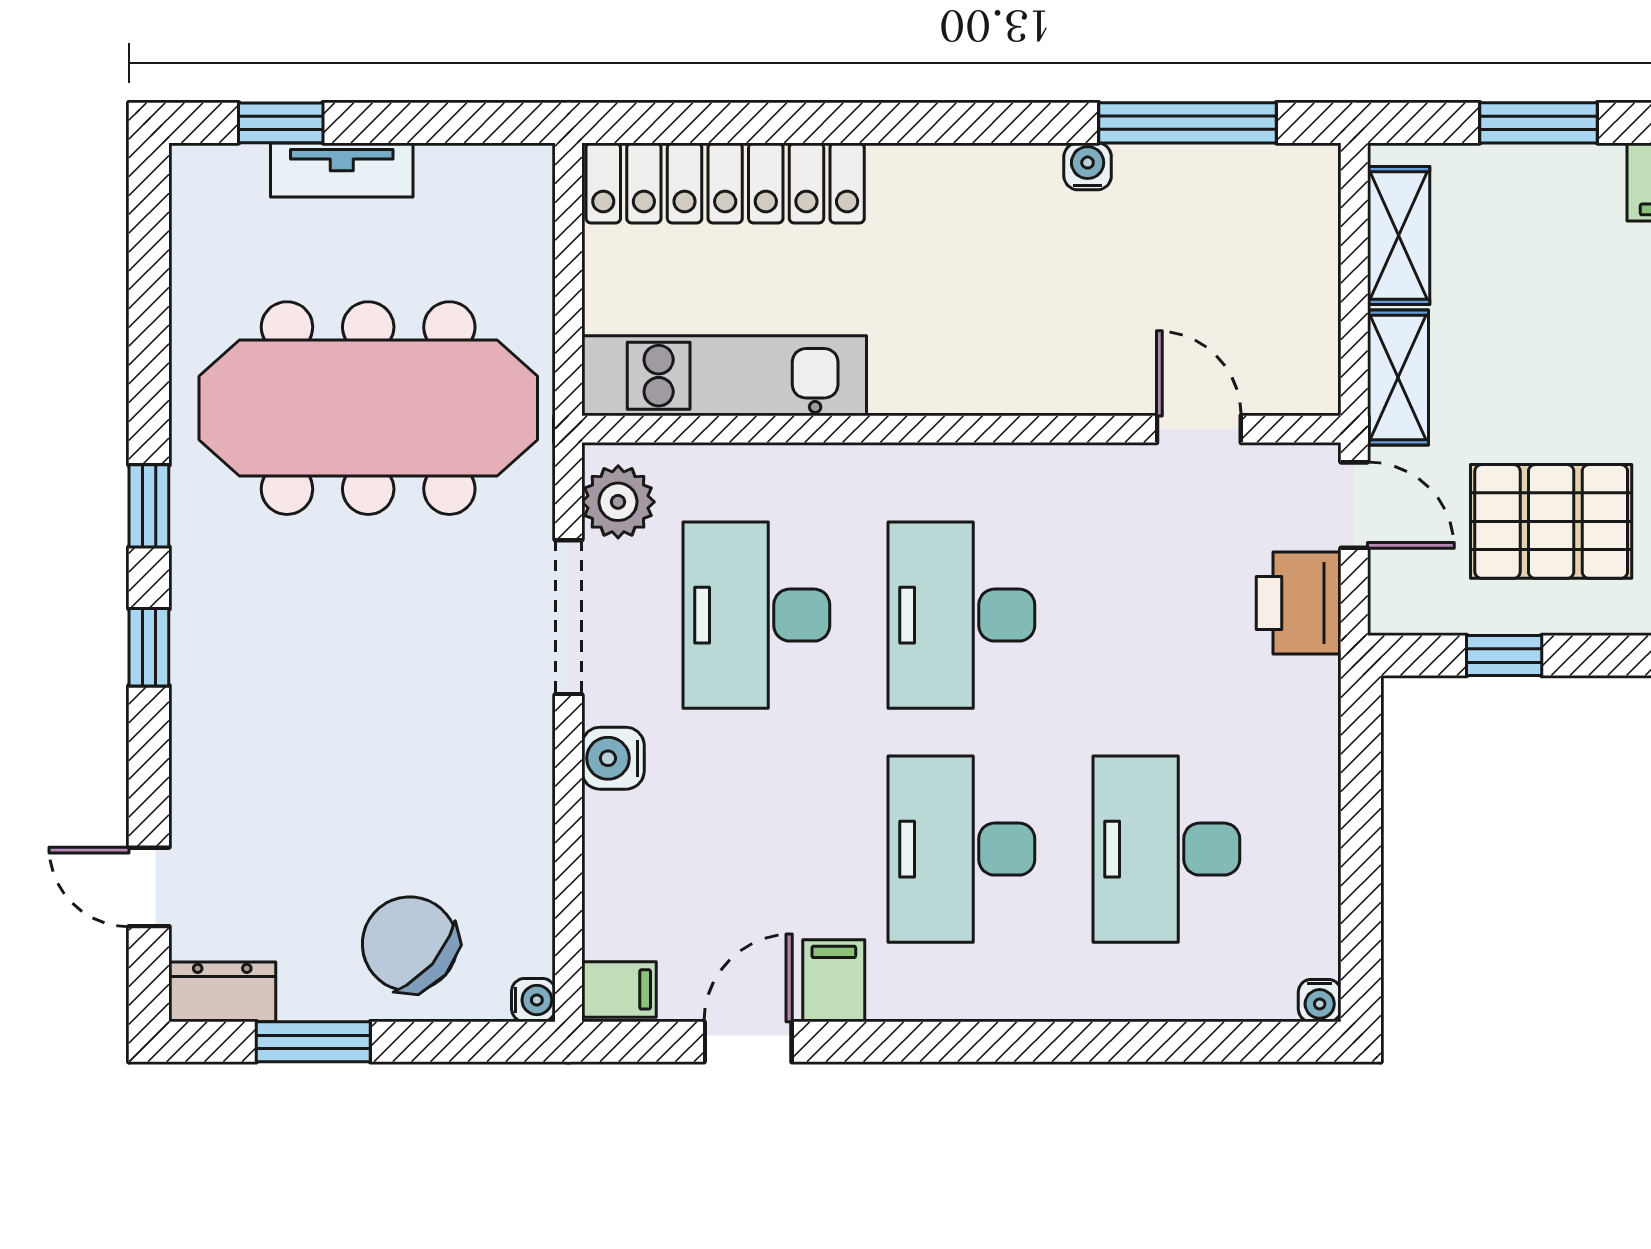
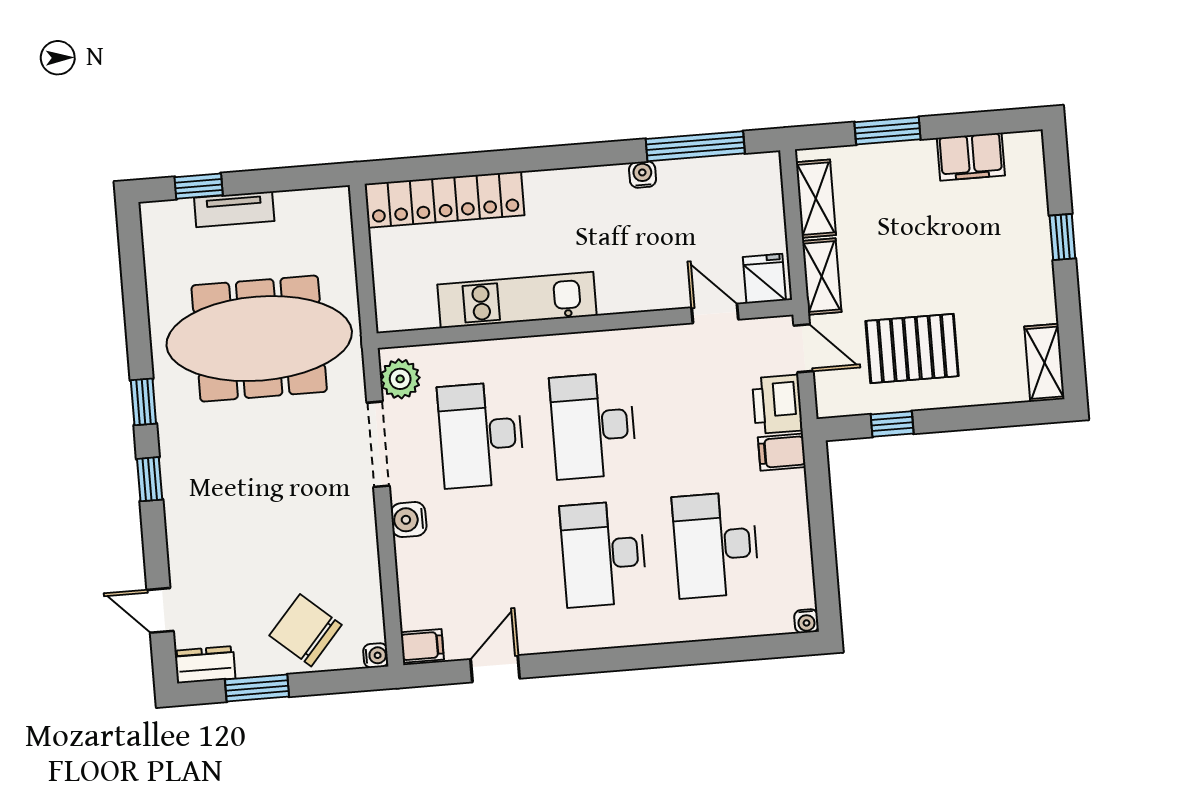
fridge: (1294, 373) -> (764, 279), added
kitchen unit: (724, 376) -> (517, 300), moved
filing cabinet: (834, 981) -> (782, 452), moved, turned -90

